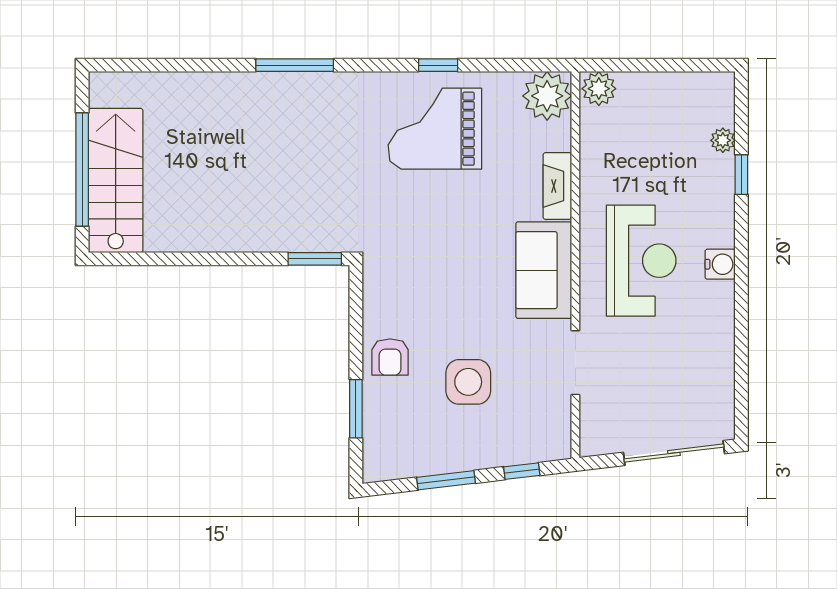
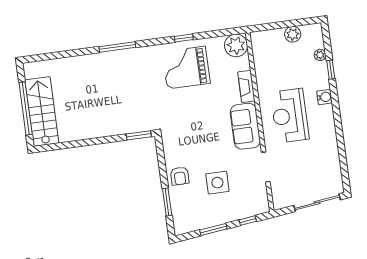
plant: (599, 89) -> (293, 34), moved
reception desk: (641, 261) -> (290, 116), turned 180
water cooler: (720, 264) -> (324, 97), moved

